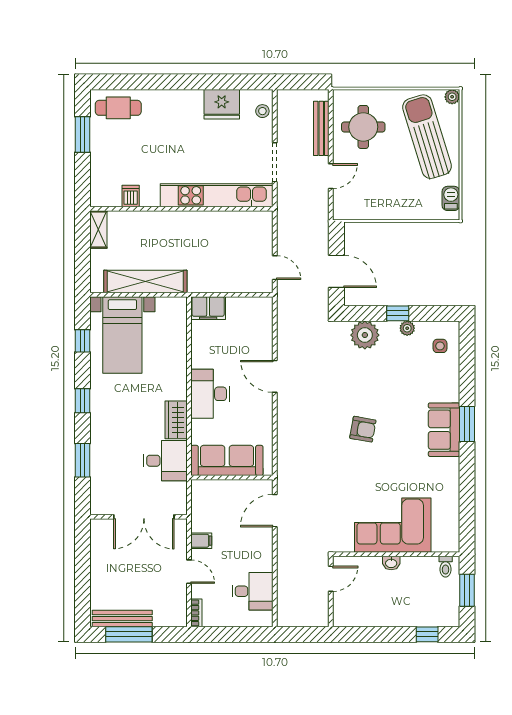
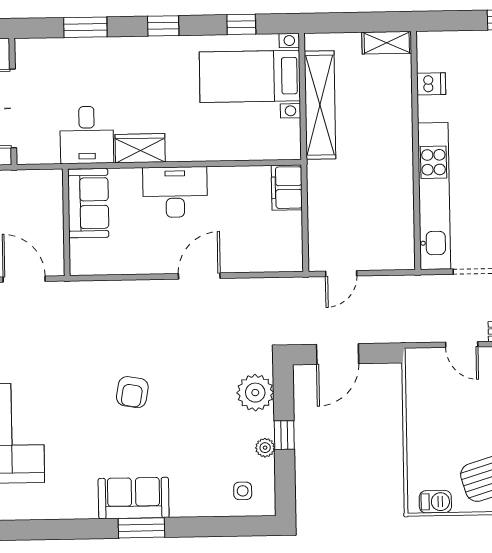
sofa: (227, 460) -> (88, 203), width x0.73

